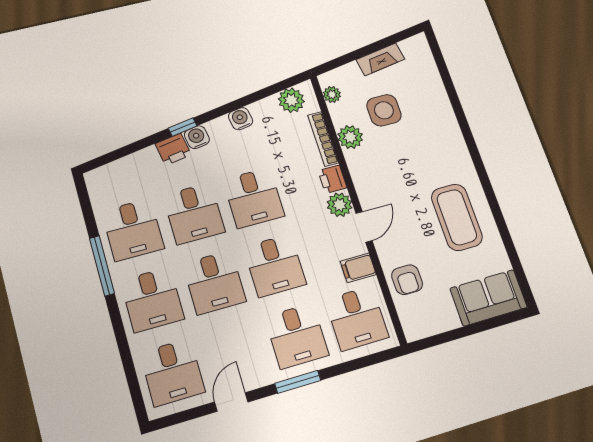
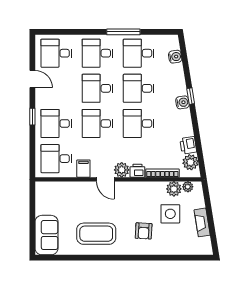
water cooler: (241, 119) -> (175, 57), moved
plant: (350, 137) -> (174, 189), moved
printer: (173, 149) -> (188, 145), moved
armchair: (407, 280) -> (144, 231), moved, turned -87
window: (298, 382) -> (32, 117), width x0.67

